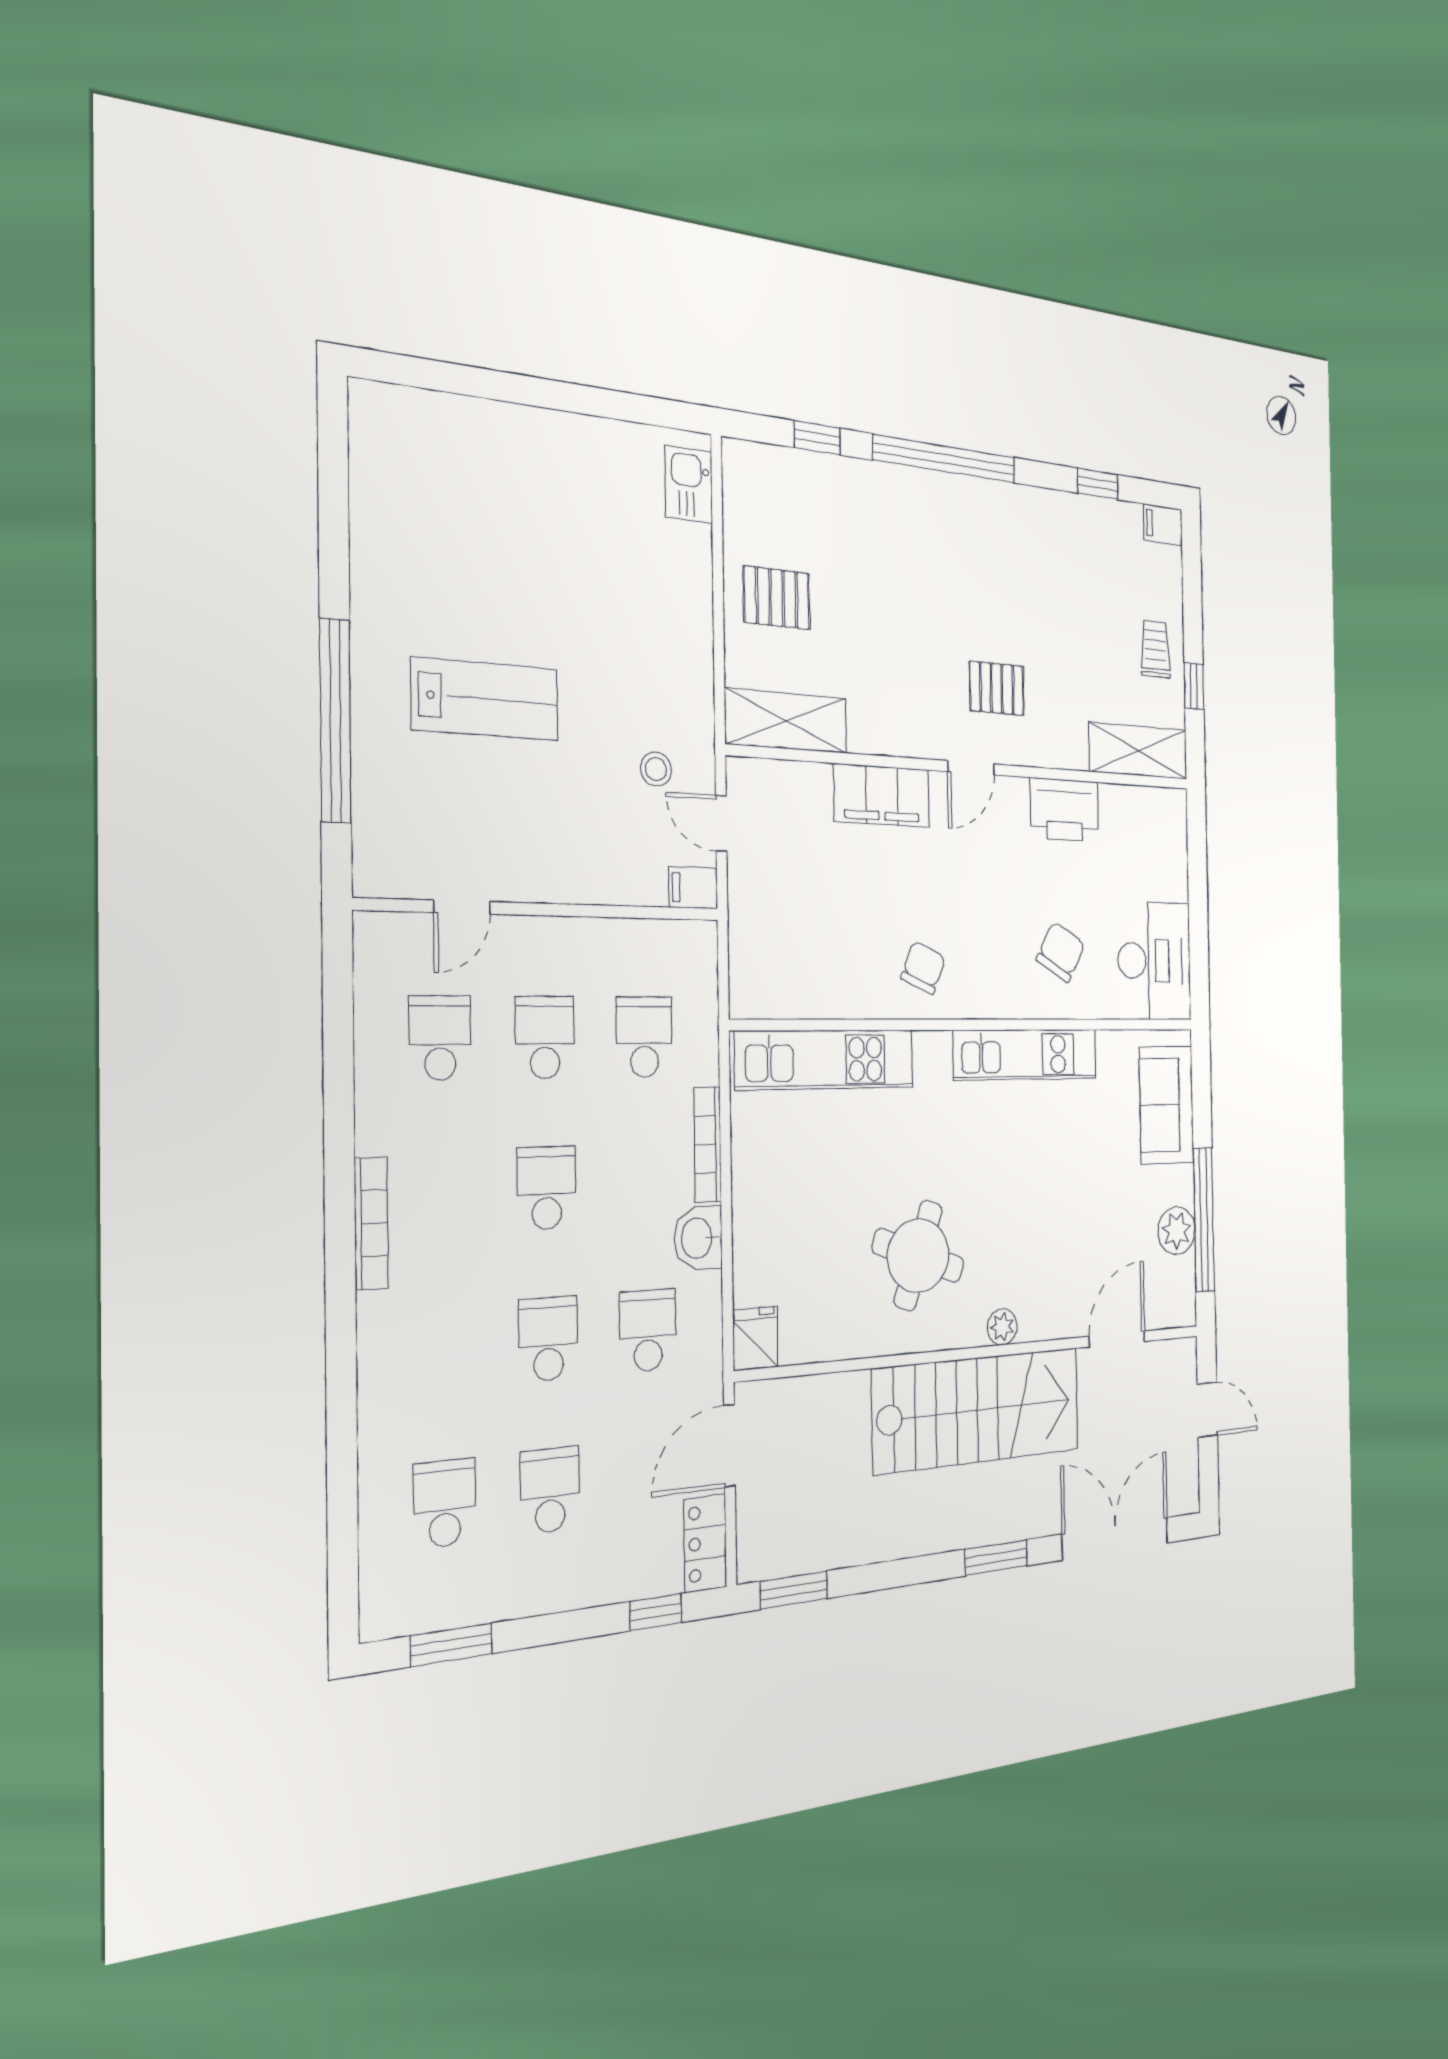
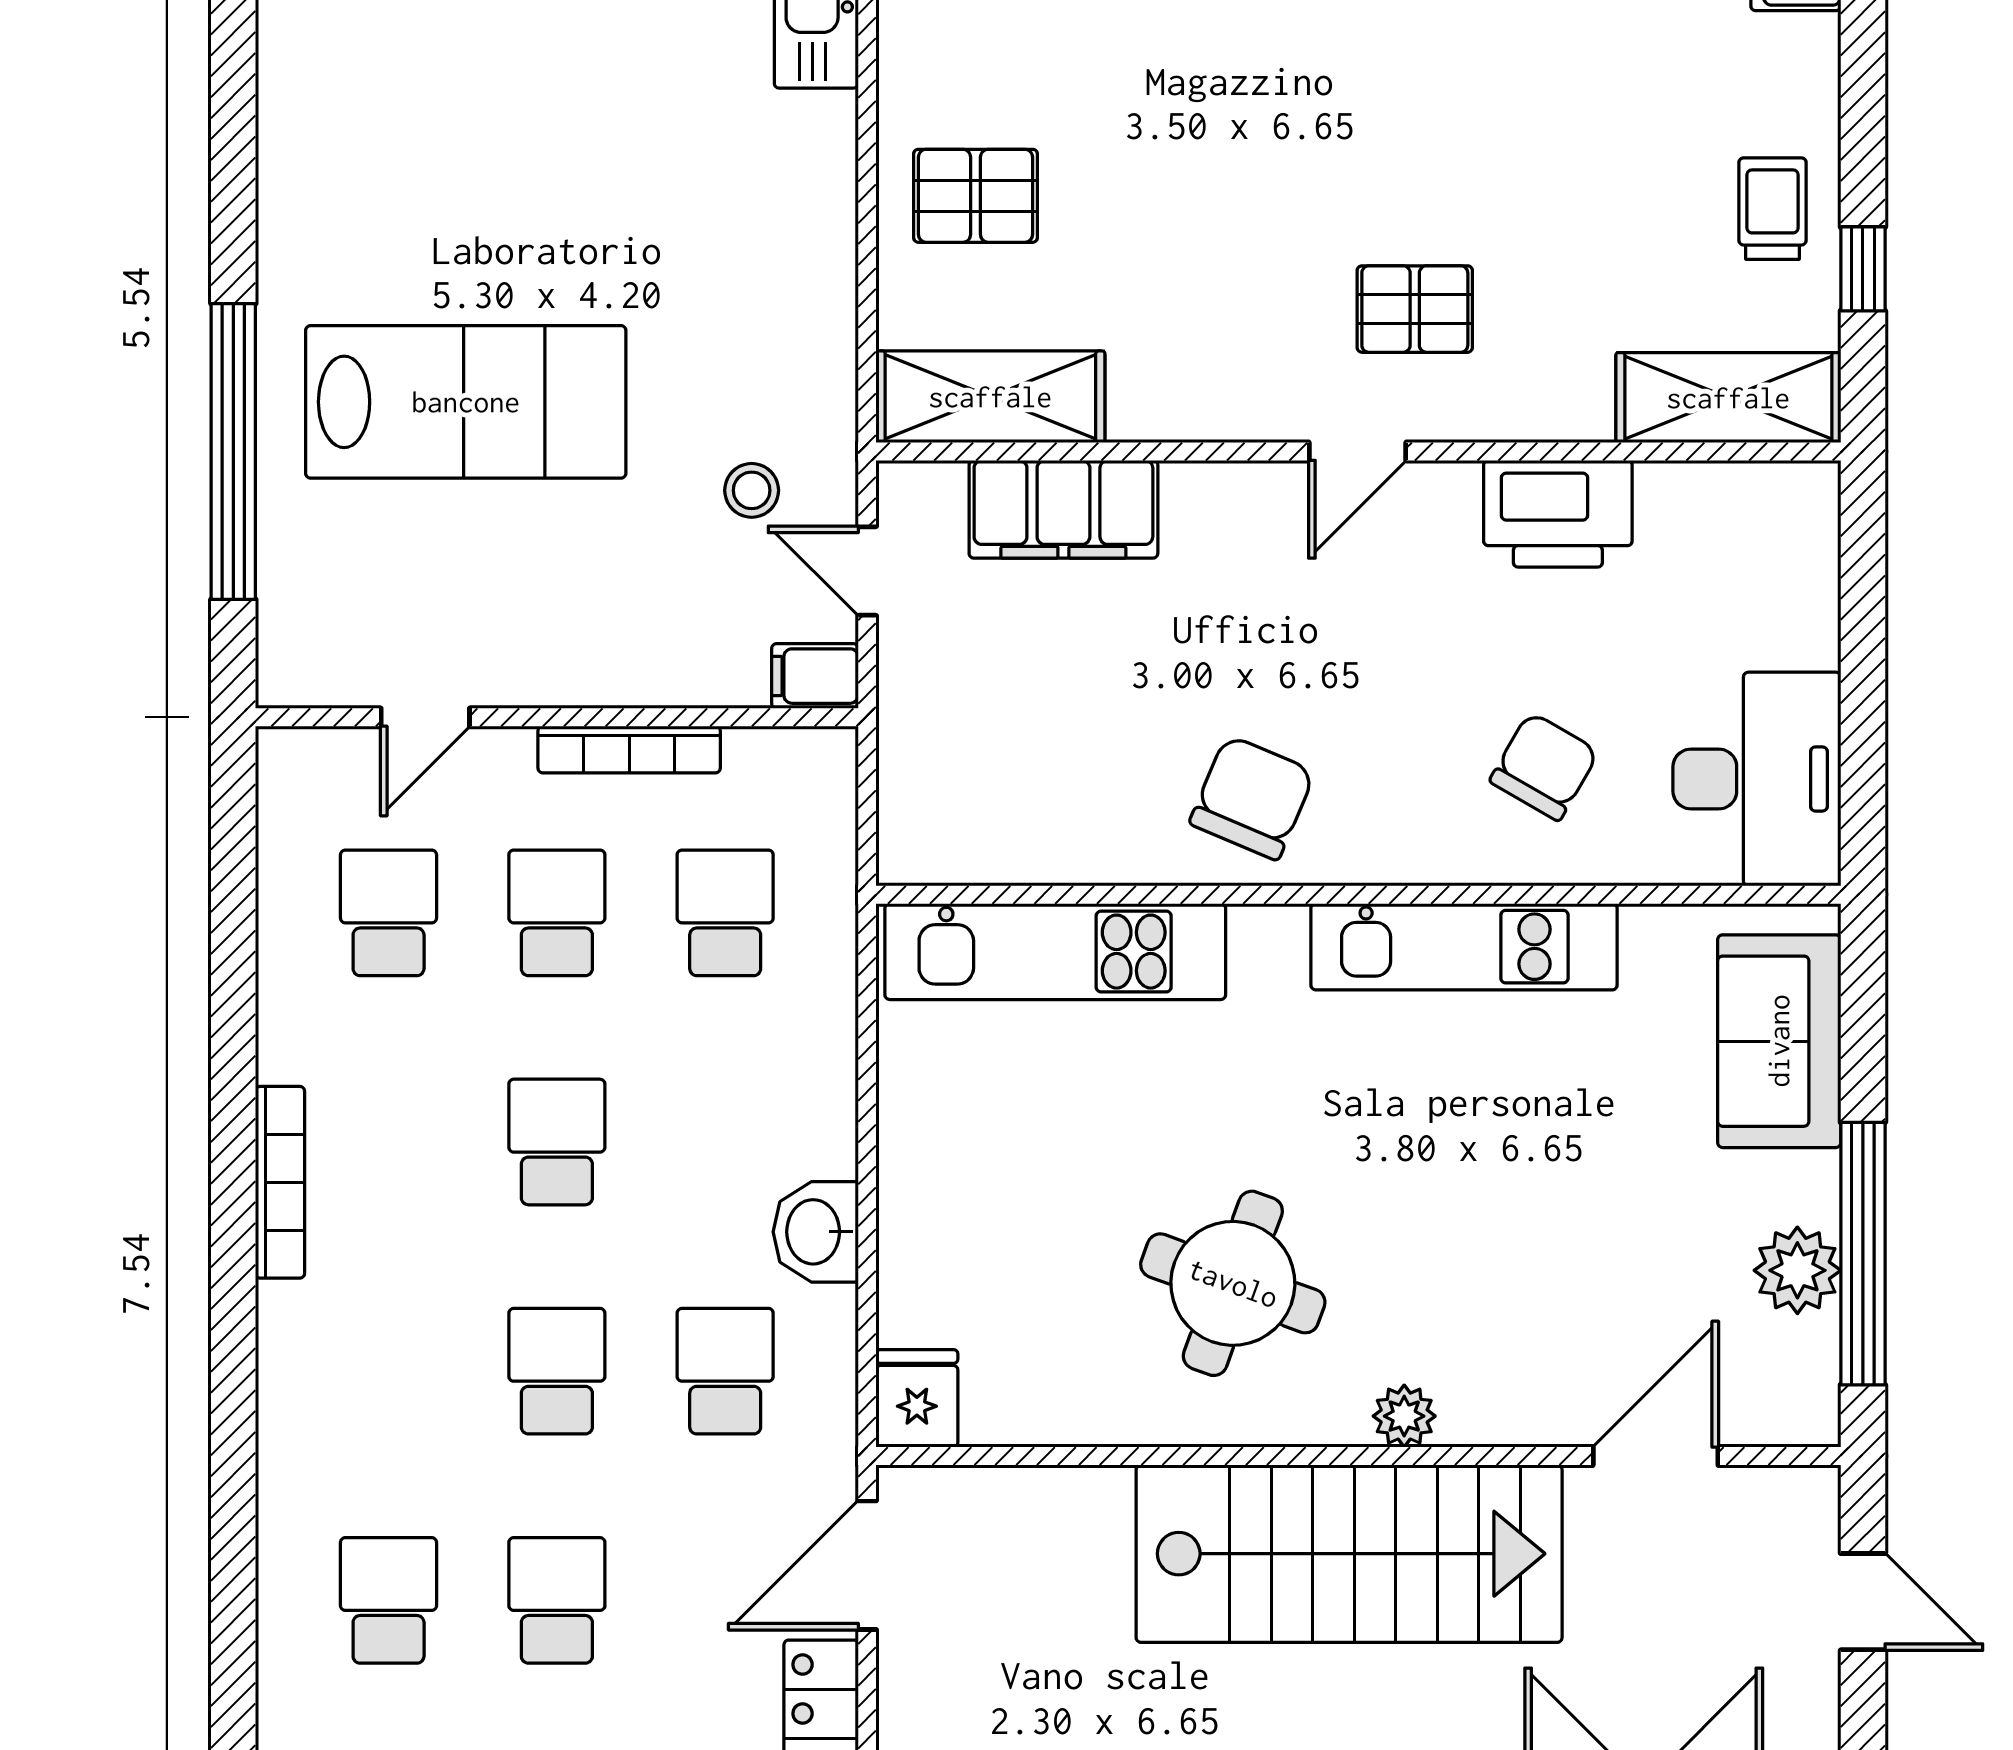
lab bench: (485, 699) -> (466, 402), width x1.36, depth x1.39
filing cabinet: (882, 795) -> (1063, 509), moved
chair: (923, 968) -> (1252, 798), width x1.37, depth x1.37
bookcase: (708, 1144) -> (629, 750), moved, turned -90

